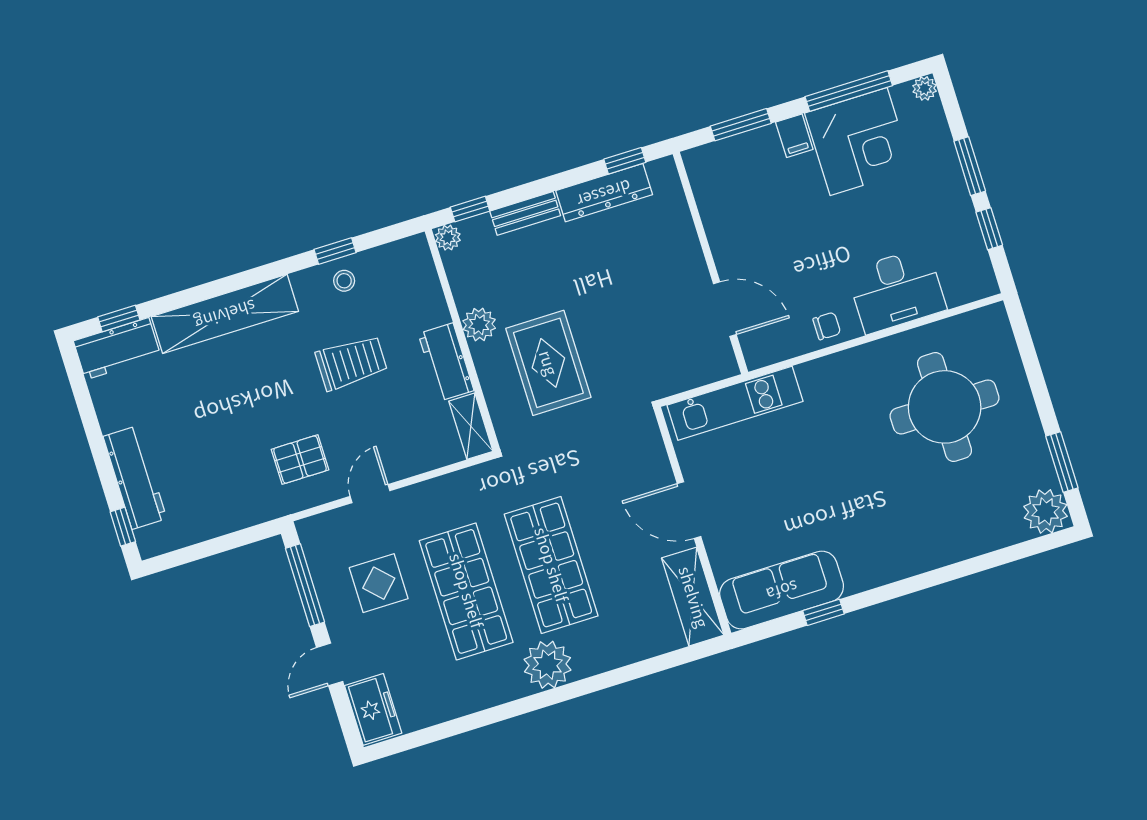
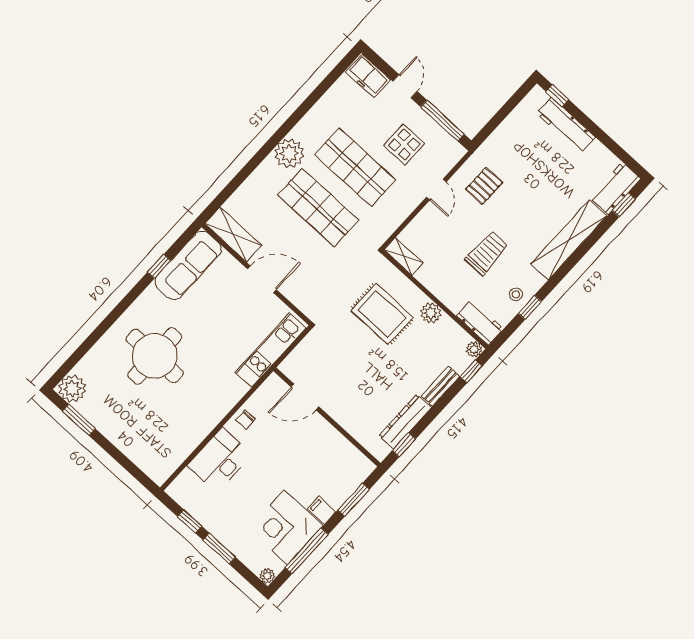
workbench: (446, 362) -> (480, 322), moved
trolley: (351, 363) -> (487, 253), turned 180
round table: (945, 407) -> (155, 356), moved

